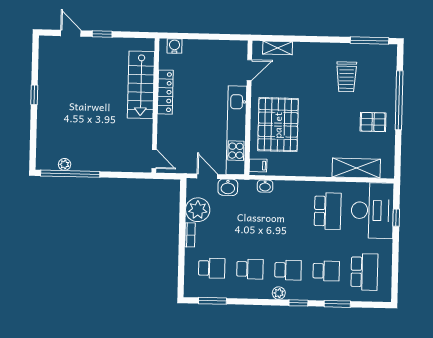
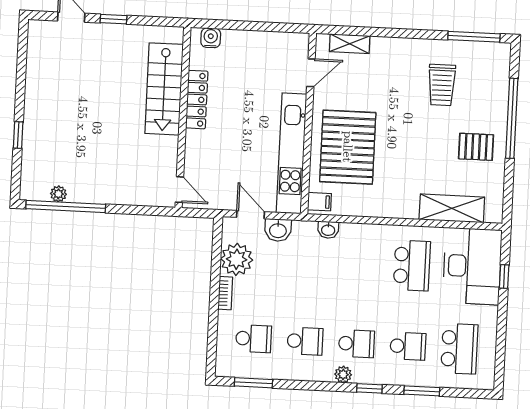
window: (34, 95) -> (18, 135), moved

